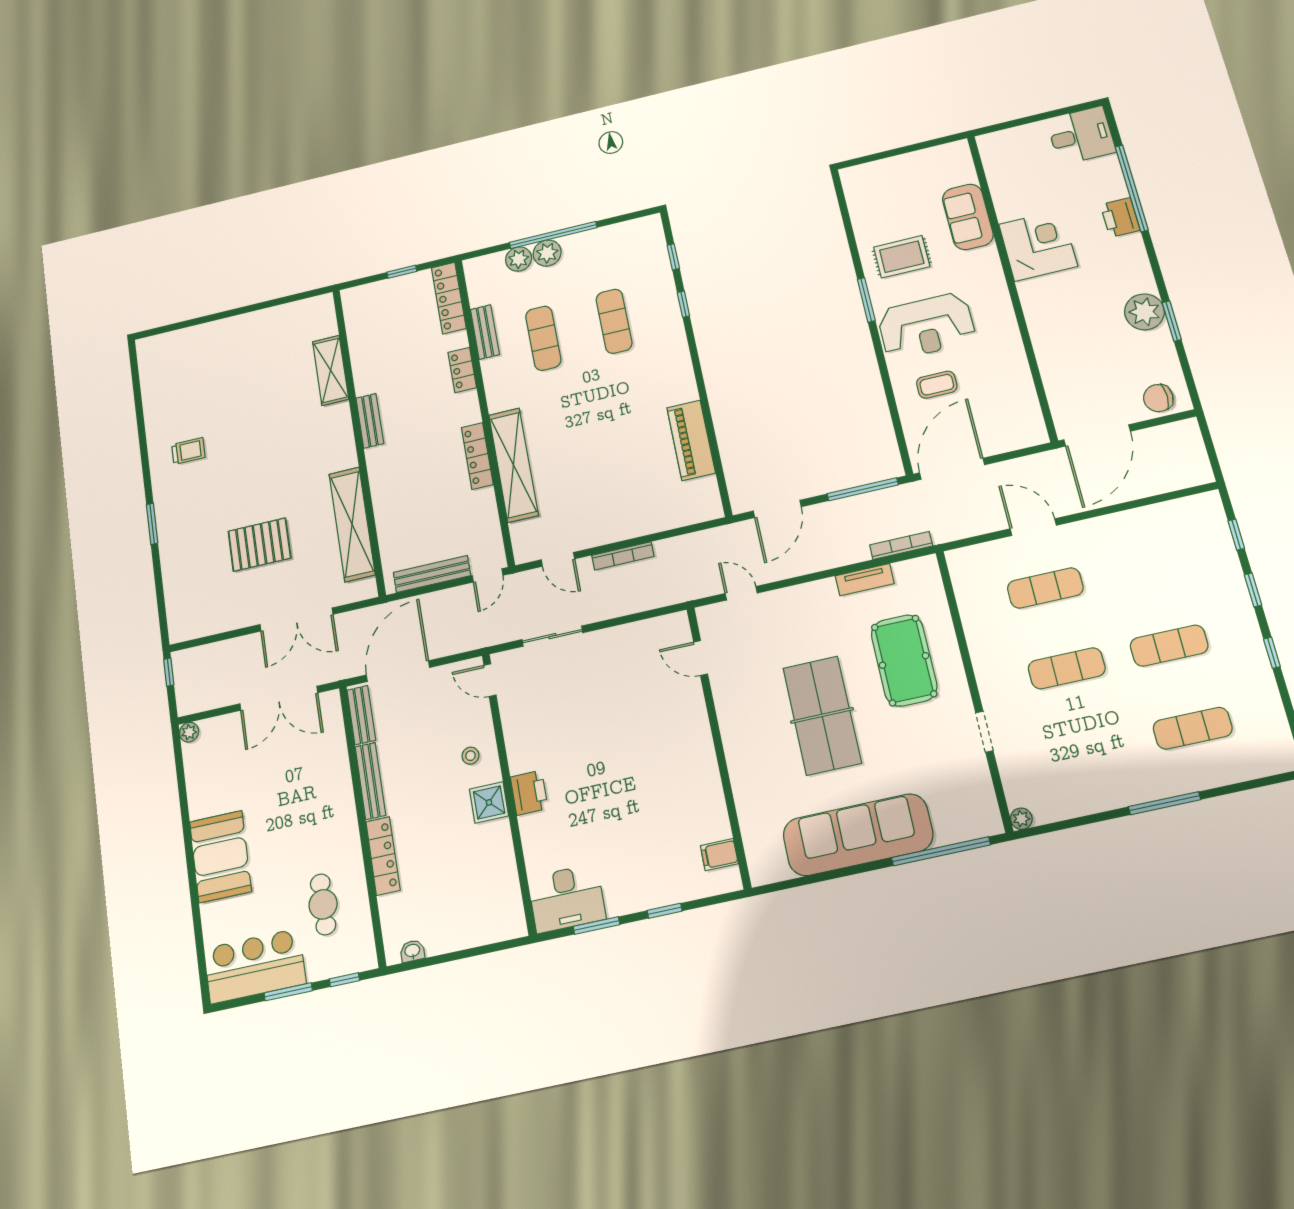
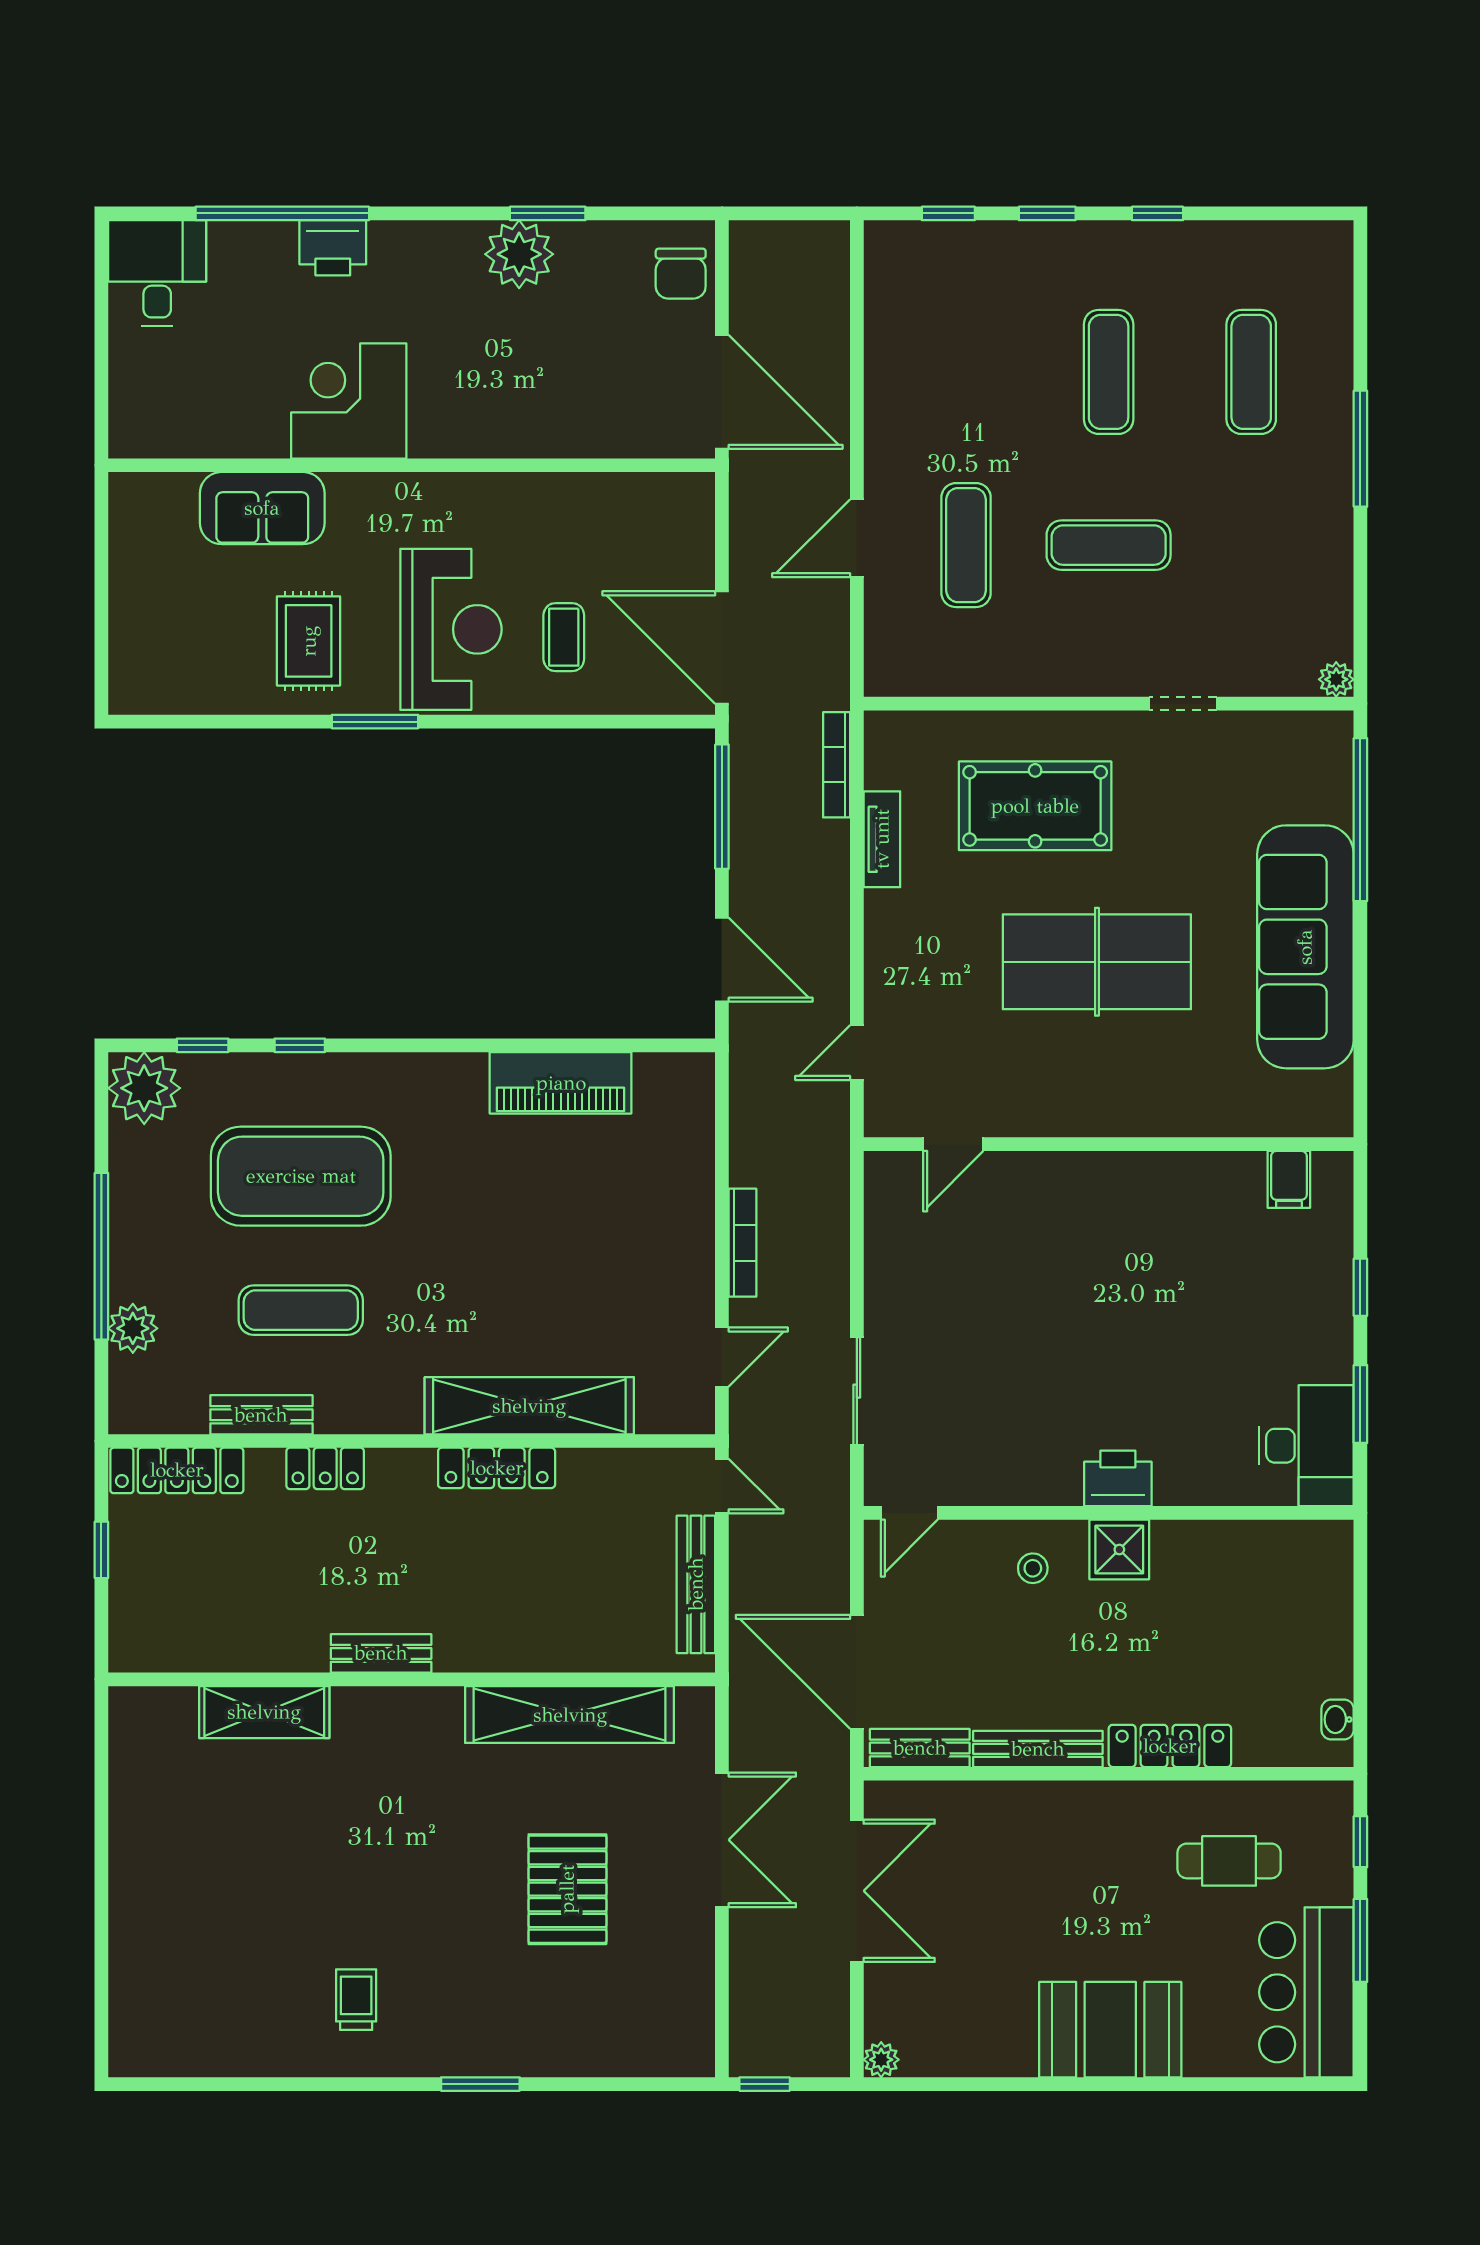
plant: (547, 253) -> (144, 1088), moved, width x1.36, depth x1.36
exercise mat: (614, 321) -> (301, 1176), width x2.00, depth x1.45
exercise mat: (1067, 668) -> (1109, 545), turned 90

